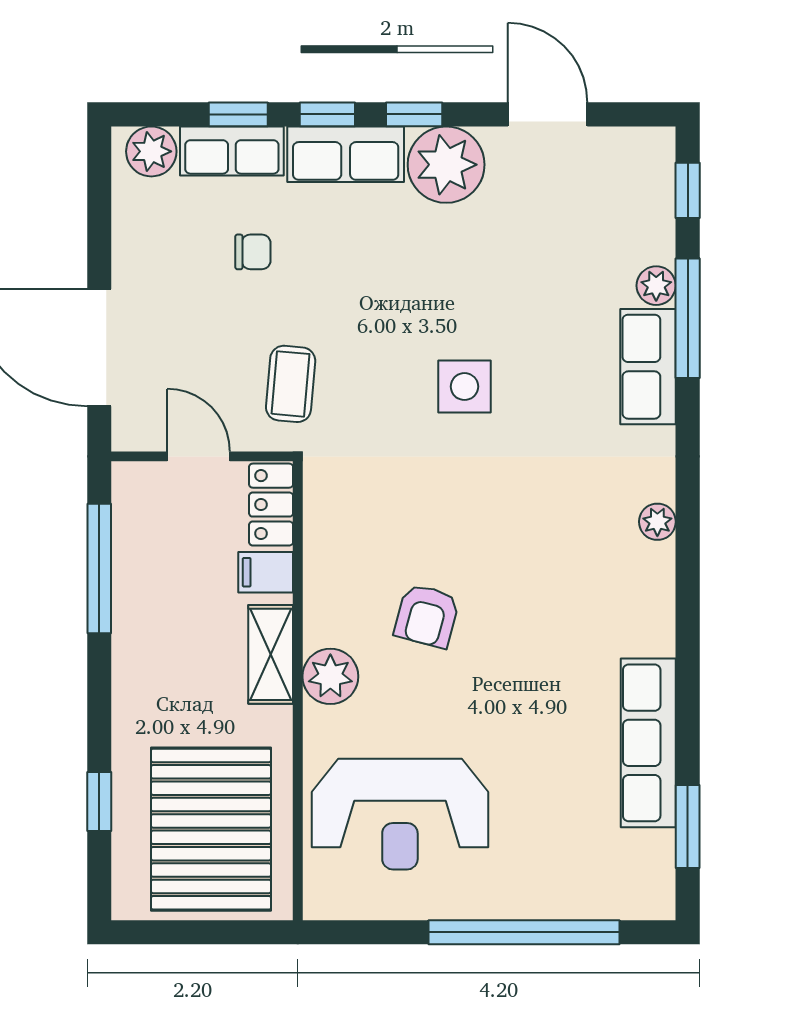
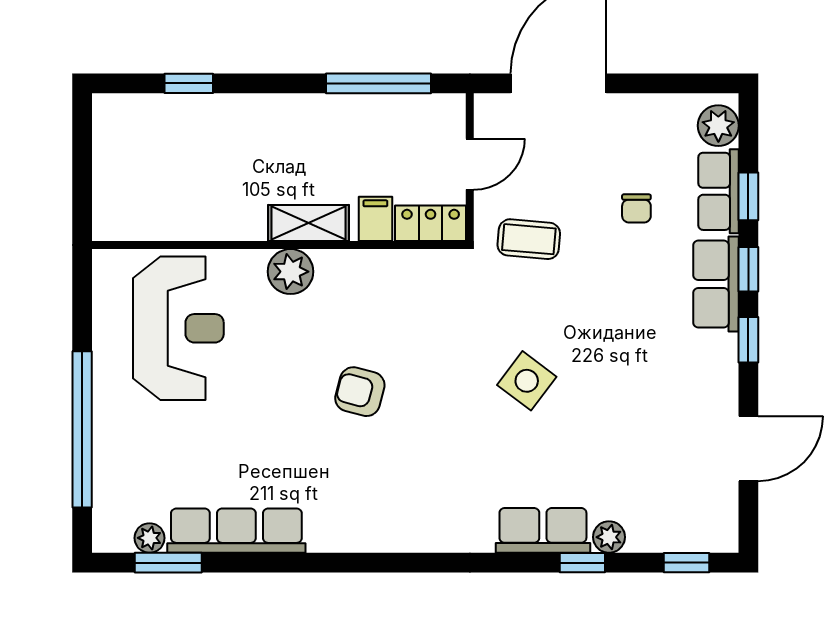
plant: (446, 165) -> (707, 366), removed
window: (688, 318) -> (582, 563), width x0.46
side table: (464, 387) -> (527, 381), turned 37
plant: (657, 522) -> (150, 538), moved
armchair: (427, 616) -> (360, 392), moved
reception desk: (400, 814) -> (178, 328), turned 180
pallet: (211, 829) -> (166, 174), removed

